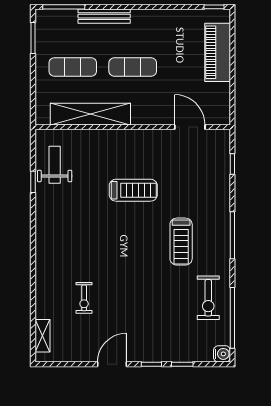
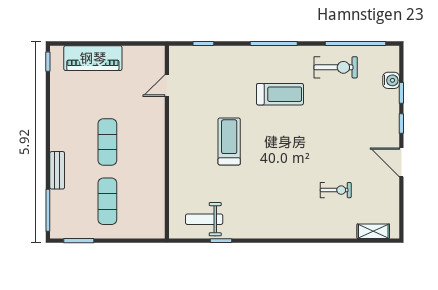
bench: (104, 16) -> (57, 170), width x0.73
shelving: (90, 114) -> (154, 184), removed
door: (190, 127) -> (167, 86), width x0.73
water cooler: (222, 354) -> (391, 80), moved, turned 90

